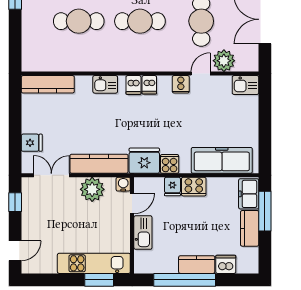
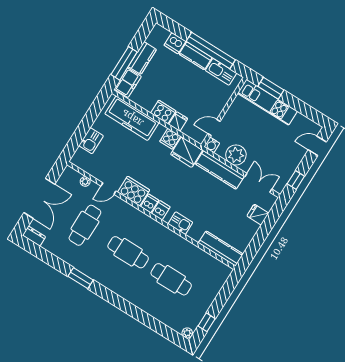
plant: (224, 61) -> (85, 182), width x0.53, depth x0.53
cooker: (181, 84) -> (134, 191), width x1.87, depth x1.31
kitchen sink: (245, 85) -> (91, 141), moved, turned 90
double door: (51, 175) -> (258, 183), swing flipped
kitchen sink: (143, 233) -> (221, 72), moved, turned -90

